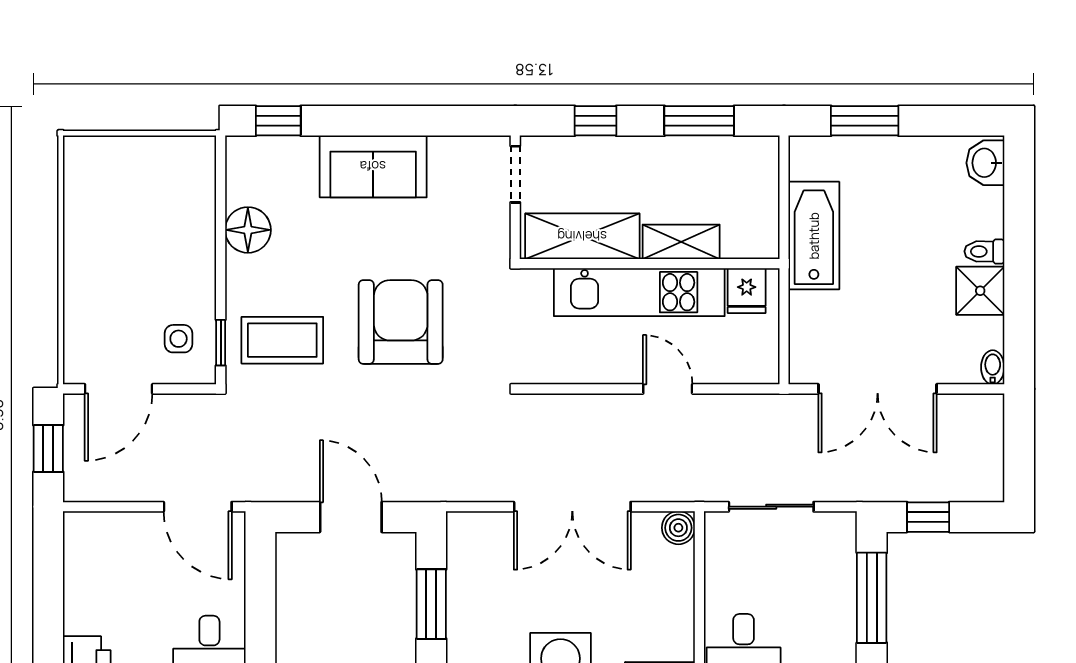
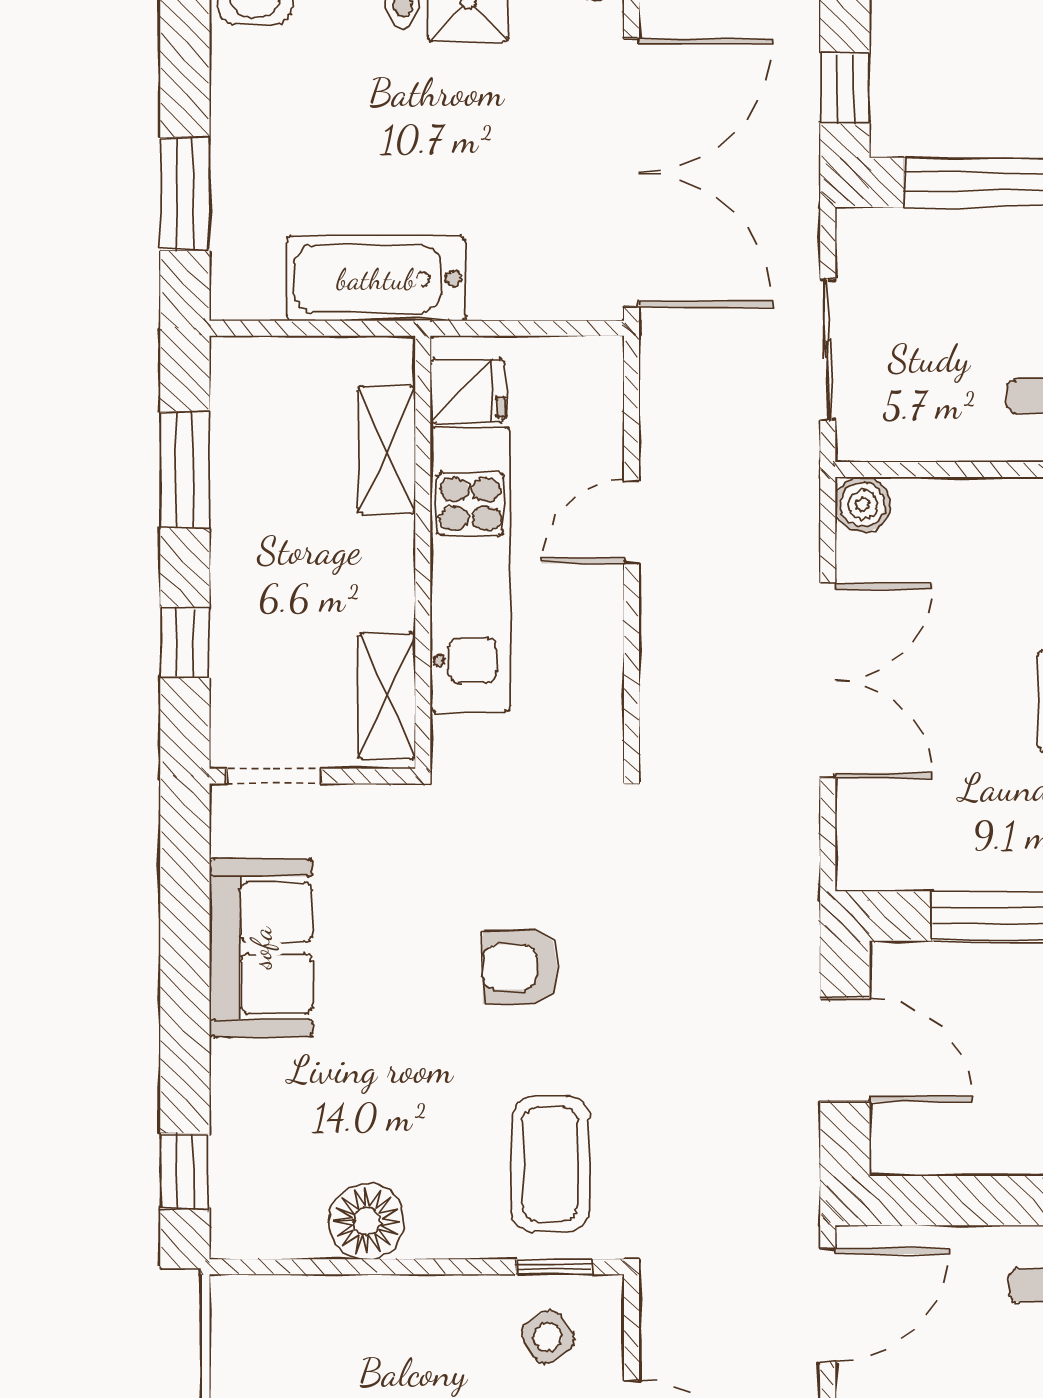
sofa: (373, 166) -> (261, 948), moved
shelving: (582, 236) -> (387, 696), width x0.67, depth x0.75
shelving: (681, 242) -> (387, 450), moved
armchair: (401, 322) -> (520, 967), width x0.53, depth x0.53
side table: (179, 339) -> (548, 1337), turned -32
double door: (878, 389) -> (631, 173), width x1.36
door: (351, 517) -> (845, 1050), swing flipped

